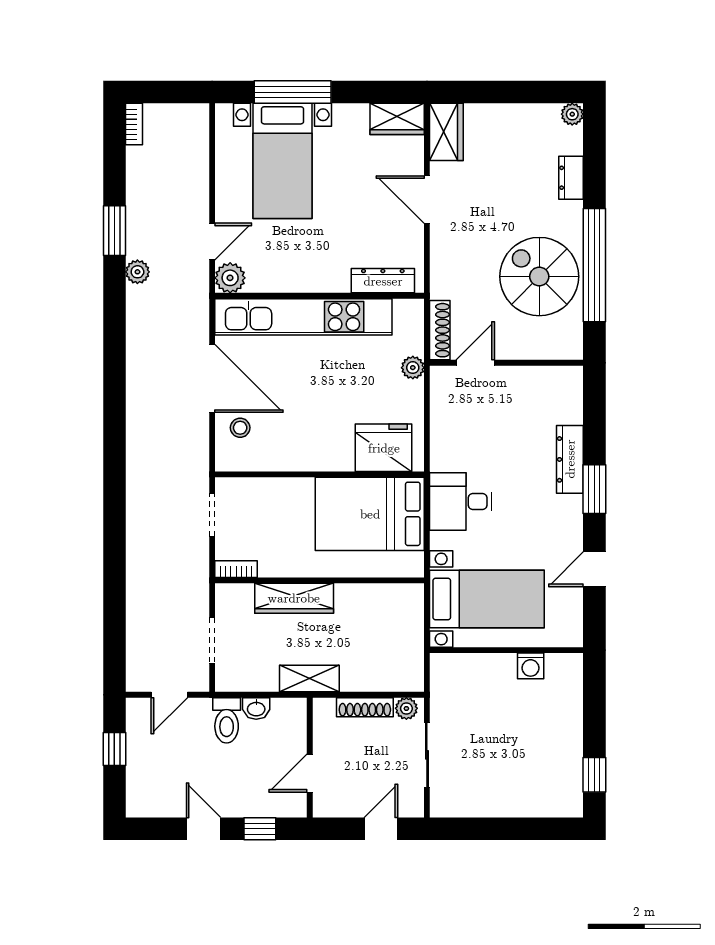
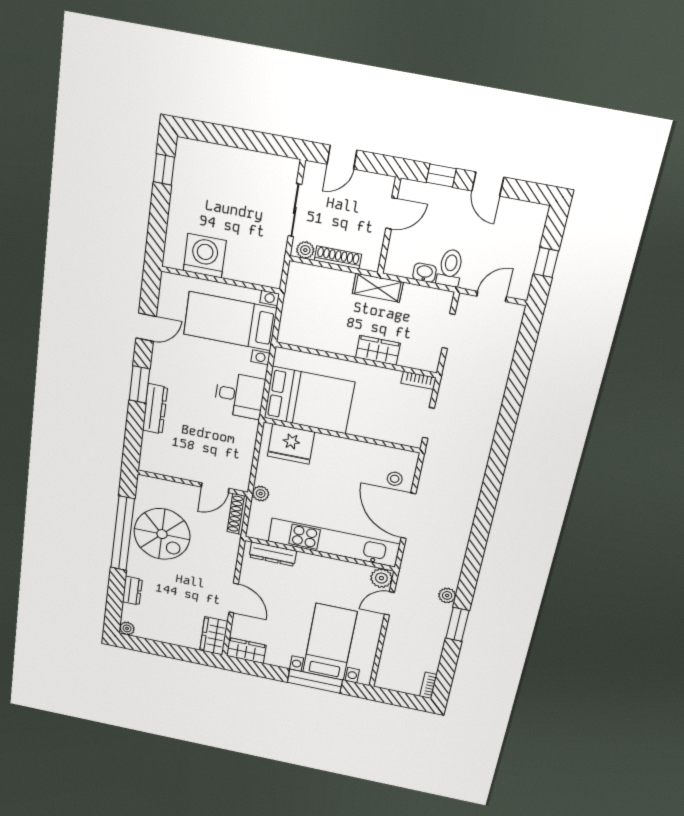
wardrobe: (294, 598) -> (378, 350), width x0.67
washing machine: (531, 666) -> (205, 256), width x1.89, depth x1.89

